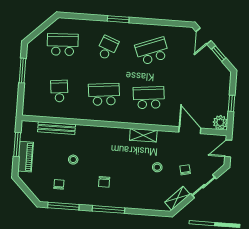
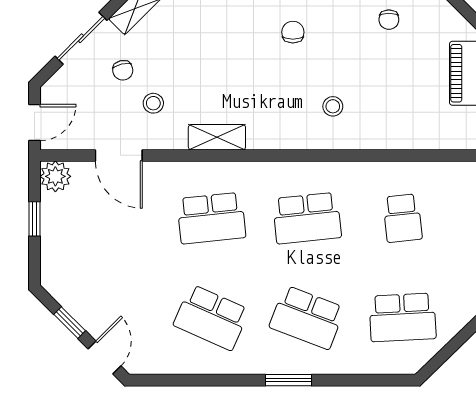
school desk: (107, 48) -> (307, 317), width x1.85
school desk: (152, 51) -> (211, 317), turned 45
bench: (57, 128) -> (403, 139), removed
stool: (73, 160) -> (333, 106), moved
stool: (157, 167) -> (153, 103), moved

